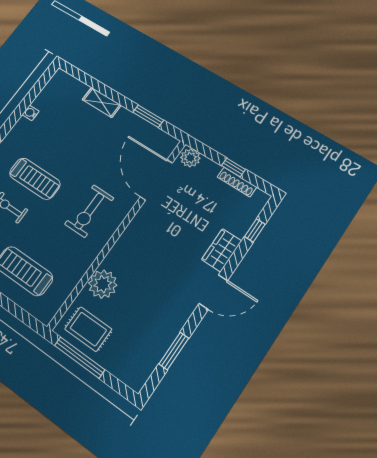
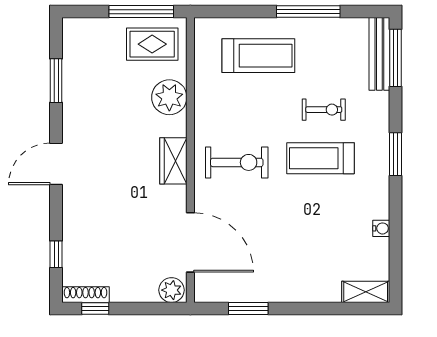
shelving: (102, 102) -> (366, 292), moved
window: (233, 167) -> (95, 309), moved
shoe rack: (237, 182) -> (85, 295), moved
exercise bike: (89, 211) -> (237, 162), turned 90
wardrobe: (222, 250) -> (173, 161), moved, turned 180

